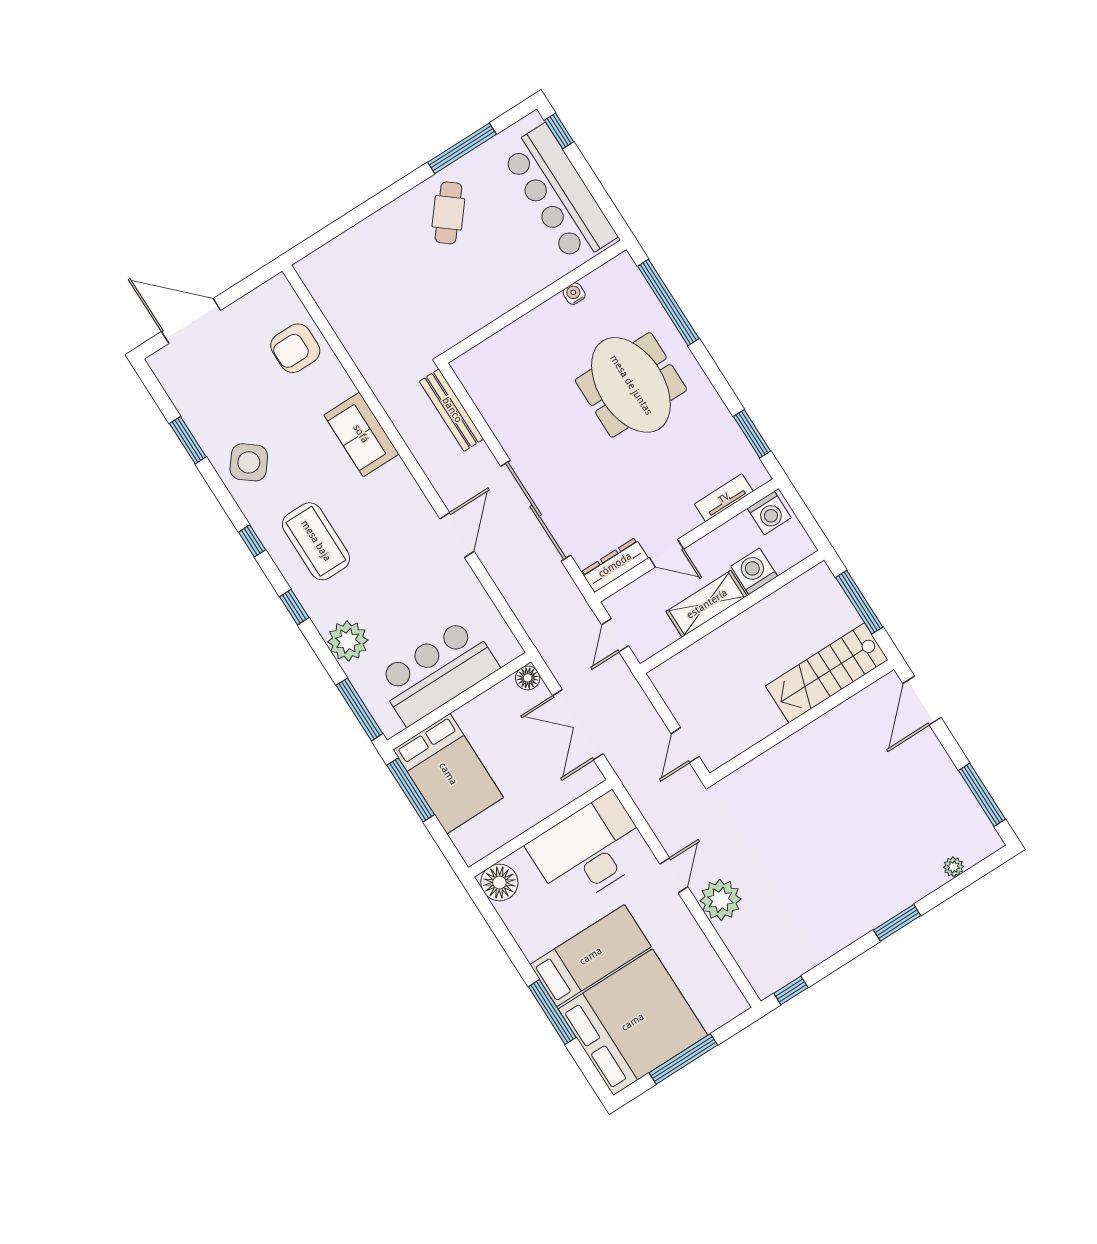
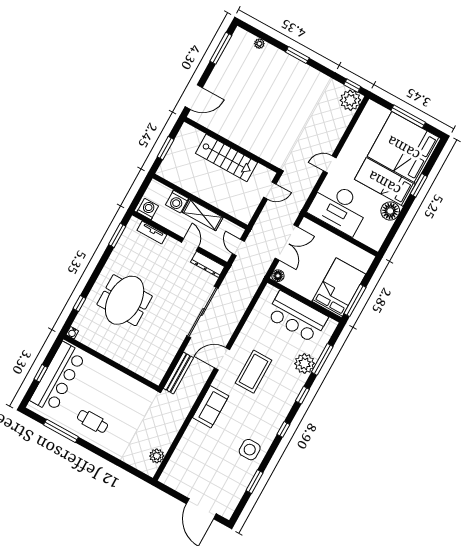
window: (559, 131) -> (41, 373), moved
cafe table: (448, 213) -> (92, 421), turned 51
plant: (326, 293) -> (157, 456), added
water cooler: (574, 294) -> (72, 333), moved
window: (668, 302) -> (79, 303), width x0.32
armchair: (295, 348) -> (188, 456), removed
side table: (249, 462) -> (250, 450), turned -38
door: (457, 535) -> (222, 359), moved
coffee table: (316, 541) -> (254, 372), moved
window: (859, 602) -> (166, 148), width x0.69
door: (615, 635) -> (238, 247), swing flipped
stairs: (827, 673) -> (226, 158), moved
window: (359, 709) -> (322, 359), moved
floor lamp: (499, 882) -> (390, 211), moved
plant: (720, 900) -> (350, 100), moved
window: (552, 1012) -> (419, 185), width x0.69

